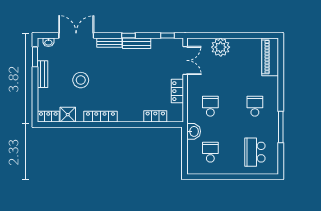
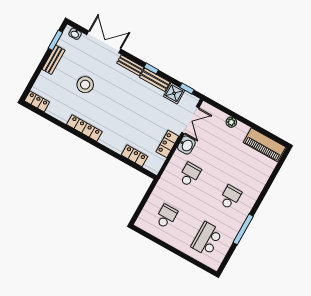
plant: (221, 47) -> (231, 122), width x0.53, depth x0.53
piano: (270, 57) -> (264, 145), moved, turned -90
shower: (68, 115) -> (174, 93), moved
washbasin: (194, 131) -> (186, 145), moved

